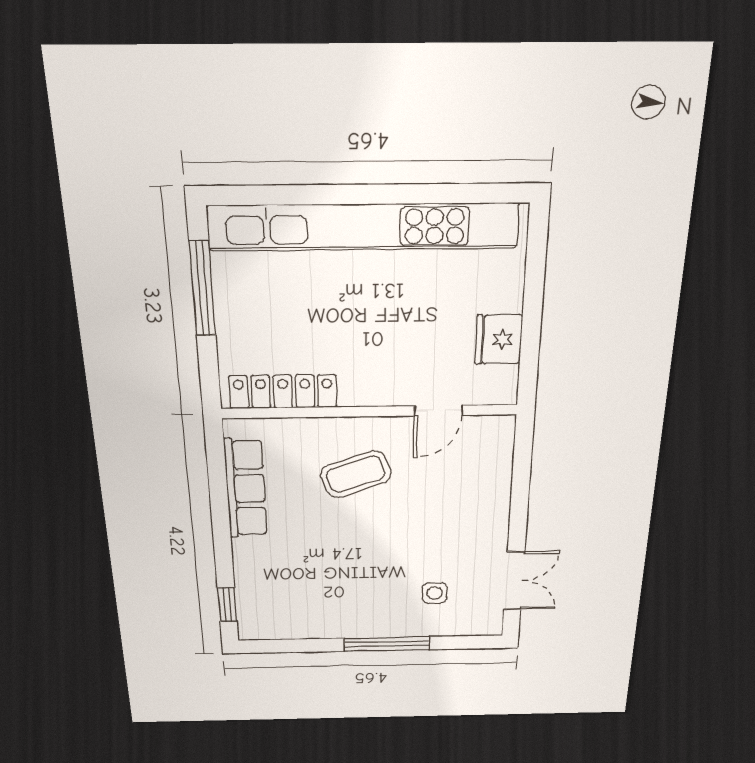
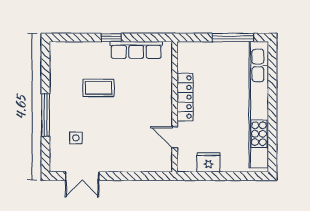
locker: (283, 392) -> (185, 97), moved
coffee table: (356, 474) -> (98, 88), moved, turned -70
window: (227, 605) -> (111, 38), moved

